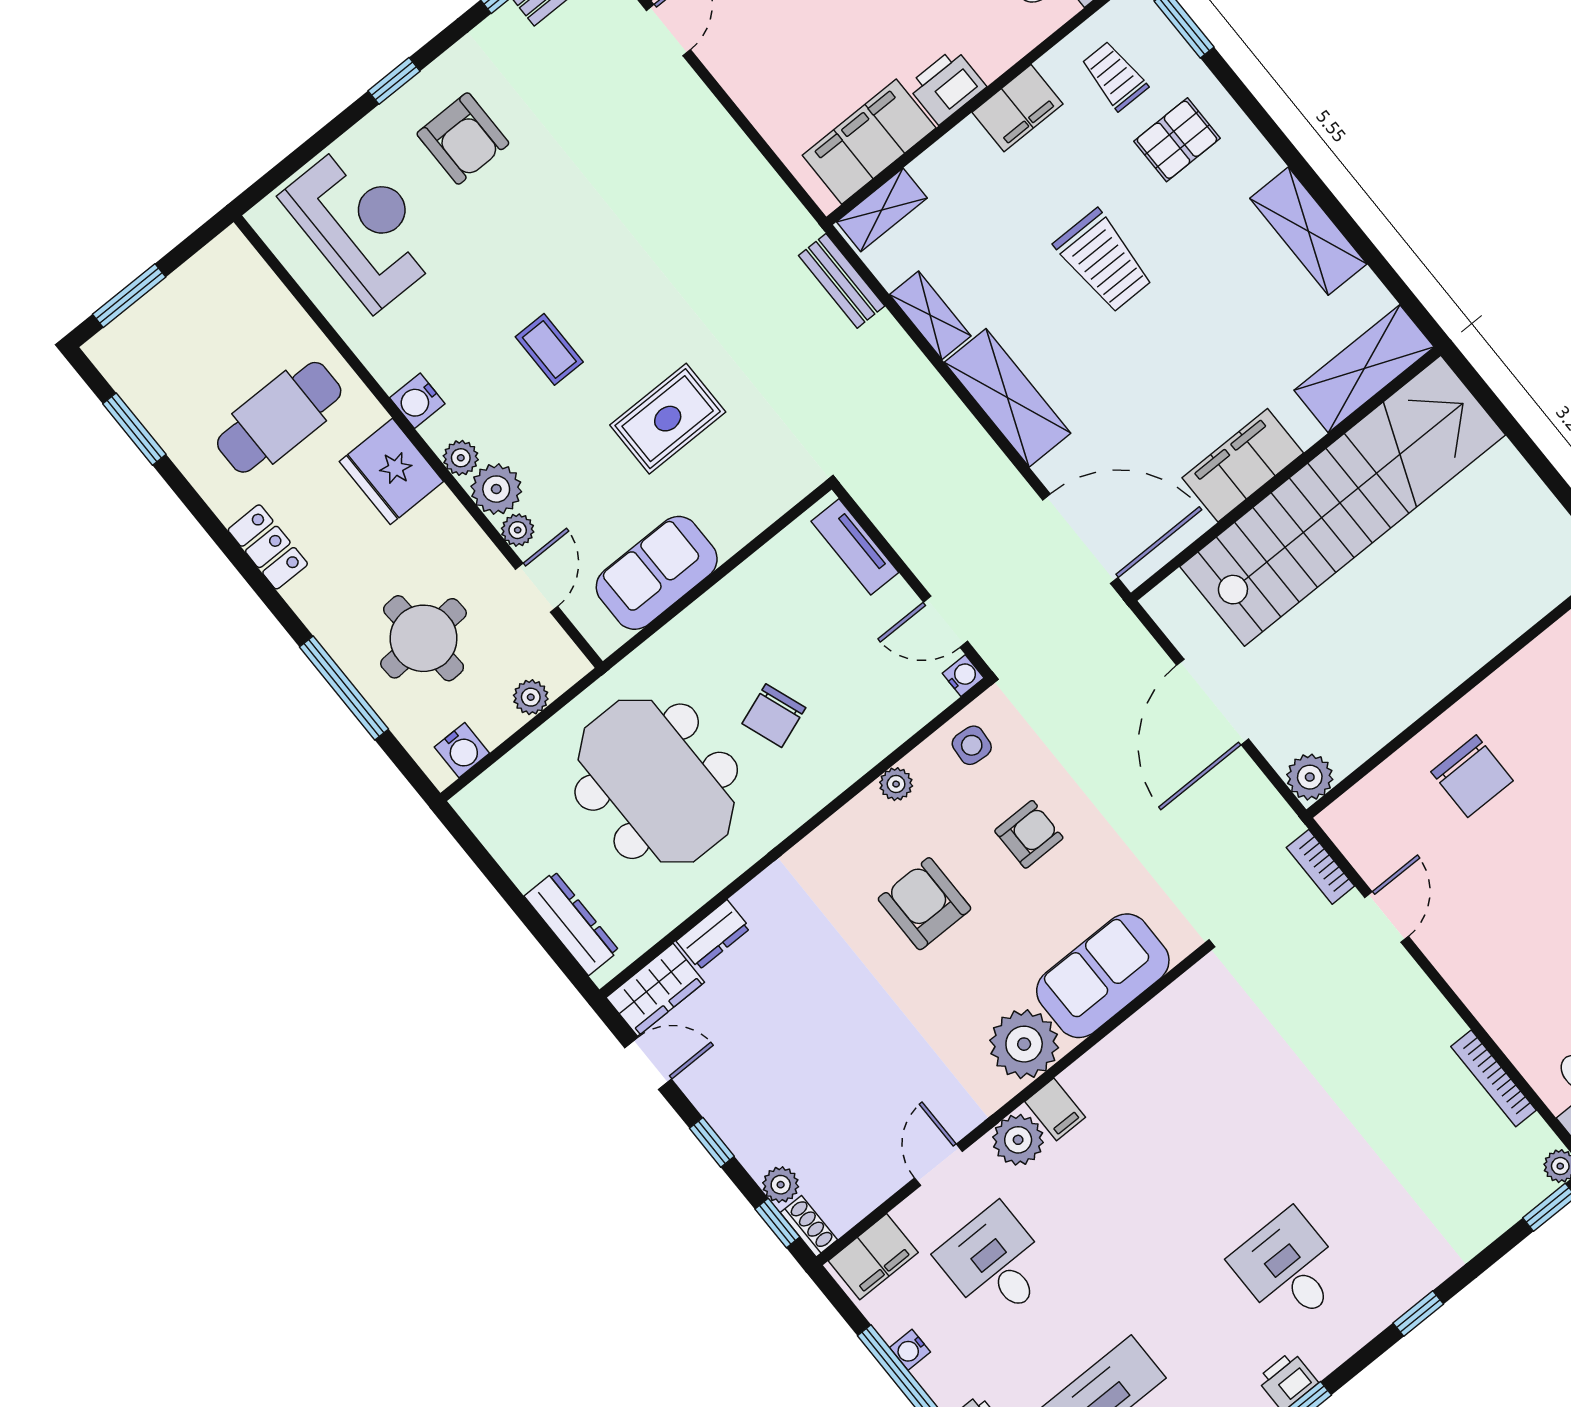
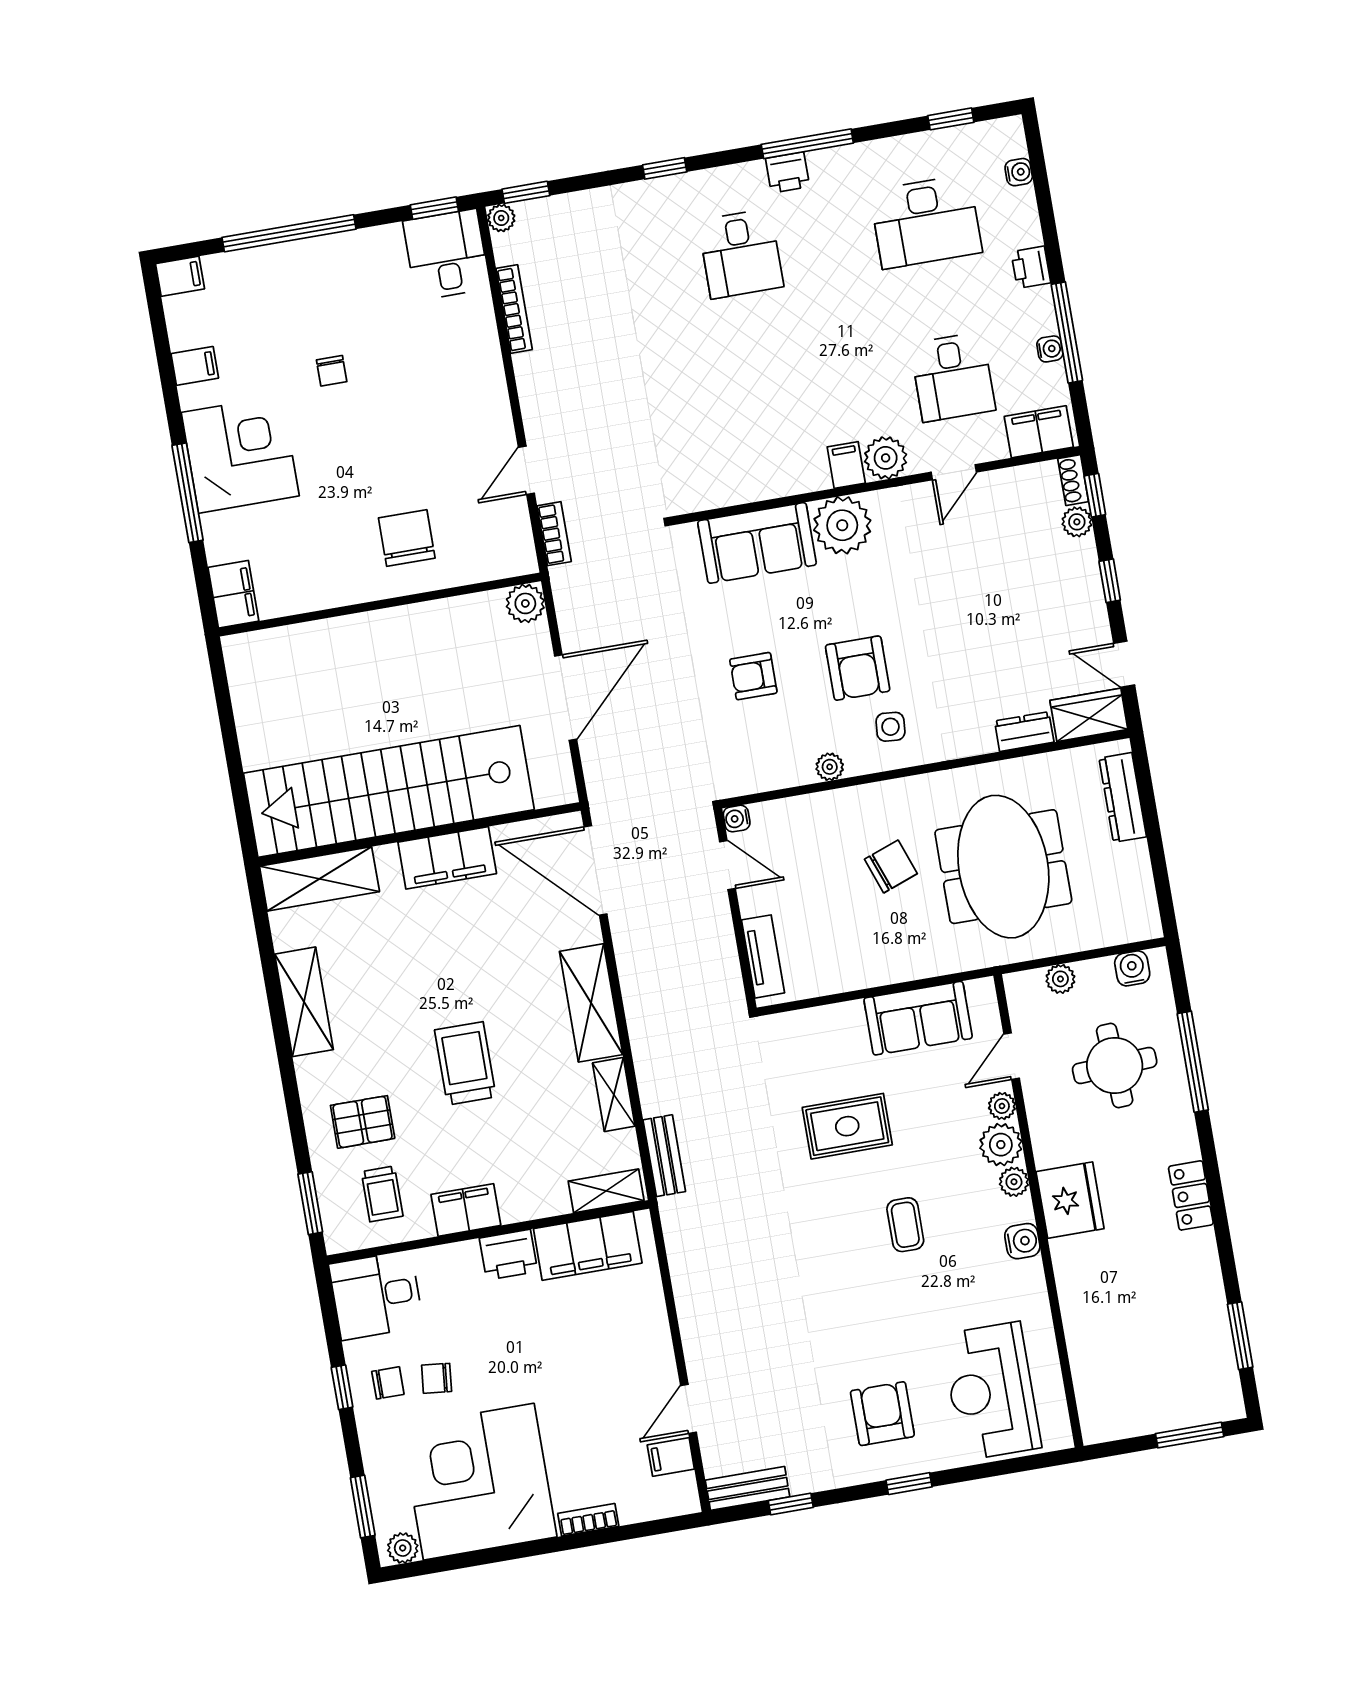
cafe table: (279, 417) -> (1130, 1285), removed
side table: (972, 745) -> (890, 727), moved

